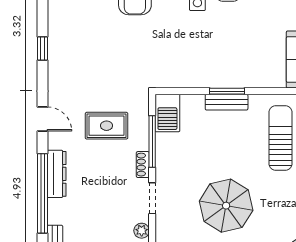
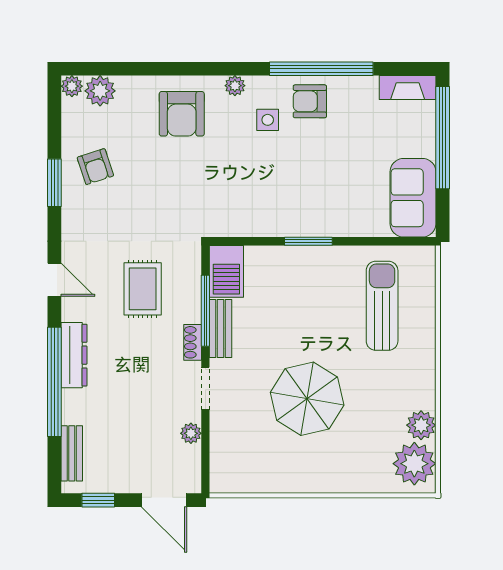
armchair: (72, 37) -> (95, 167), added
window: (42, 49) -> (54, 183), width x1.50
bench: (227, 102) -> (221, 329), moved, turned 90
rug: (107, 126) -> (143, 289), turned 90

